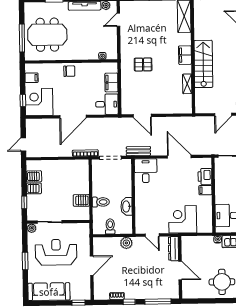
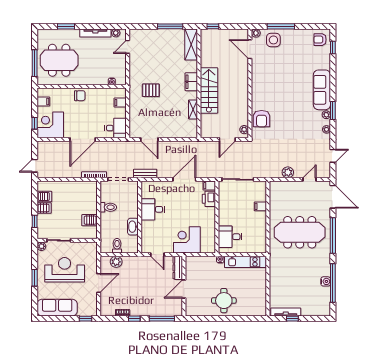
filing cabinet: (111, 82) -> (120, 103), width x0.50
door: (179, 157) -> (184, 179), hinge flipped
desk: (146, 171) -> (153, 209), moved, turned -90
filing cabinet: (205, 190) -> (209, 186), moved
toilet: (101, 202) -> (108, 207), moved
plant: (126, 243) -> (116, 262), moved
door: (180, 270) -> (184, 289), swing flipped

